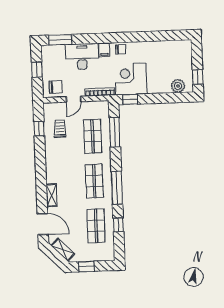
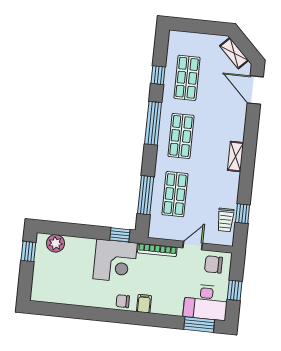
desk: (82, 57) -> (206, 302), moved
trolley: (60, 129) -> (225, 220), moved
shelving: (52, 195) -> (236, 156), moved
window: (86, 266) -> (207, 27), removed

